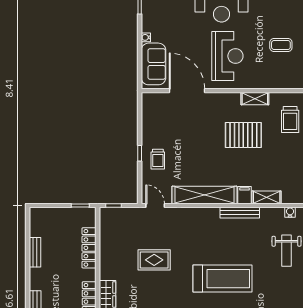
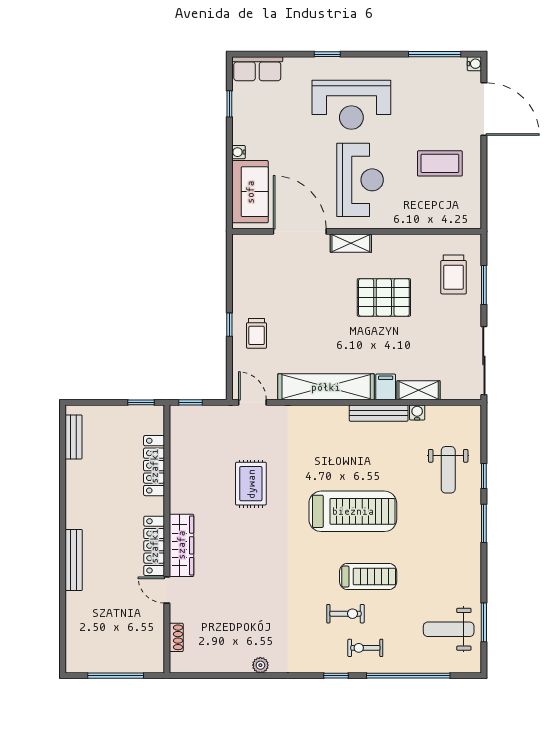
coffee table: (281, 45) -> (440, 163), width x1.36, depth x1.30
shelving: (255, 99) -> (351, 243), moved
water cooler: (290, 212) -> (417, 413), moved
bench: (35, 252) -> (73, 437), moved
rug: (154, 260) -> (251, 484), turned 90

